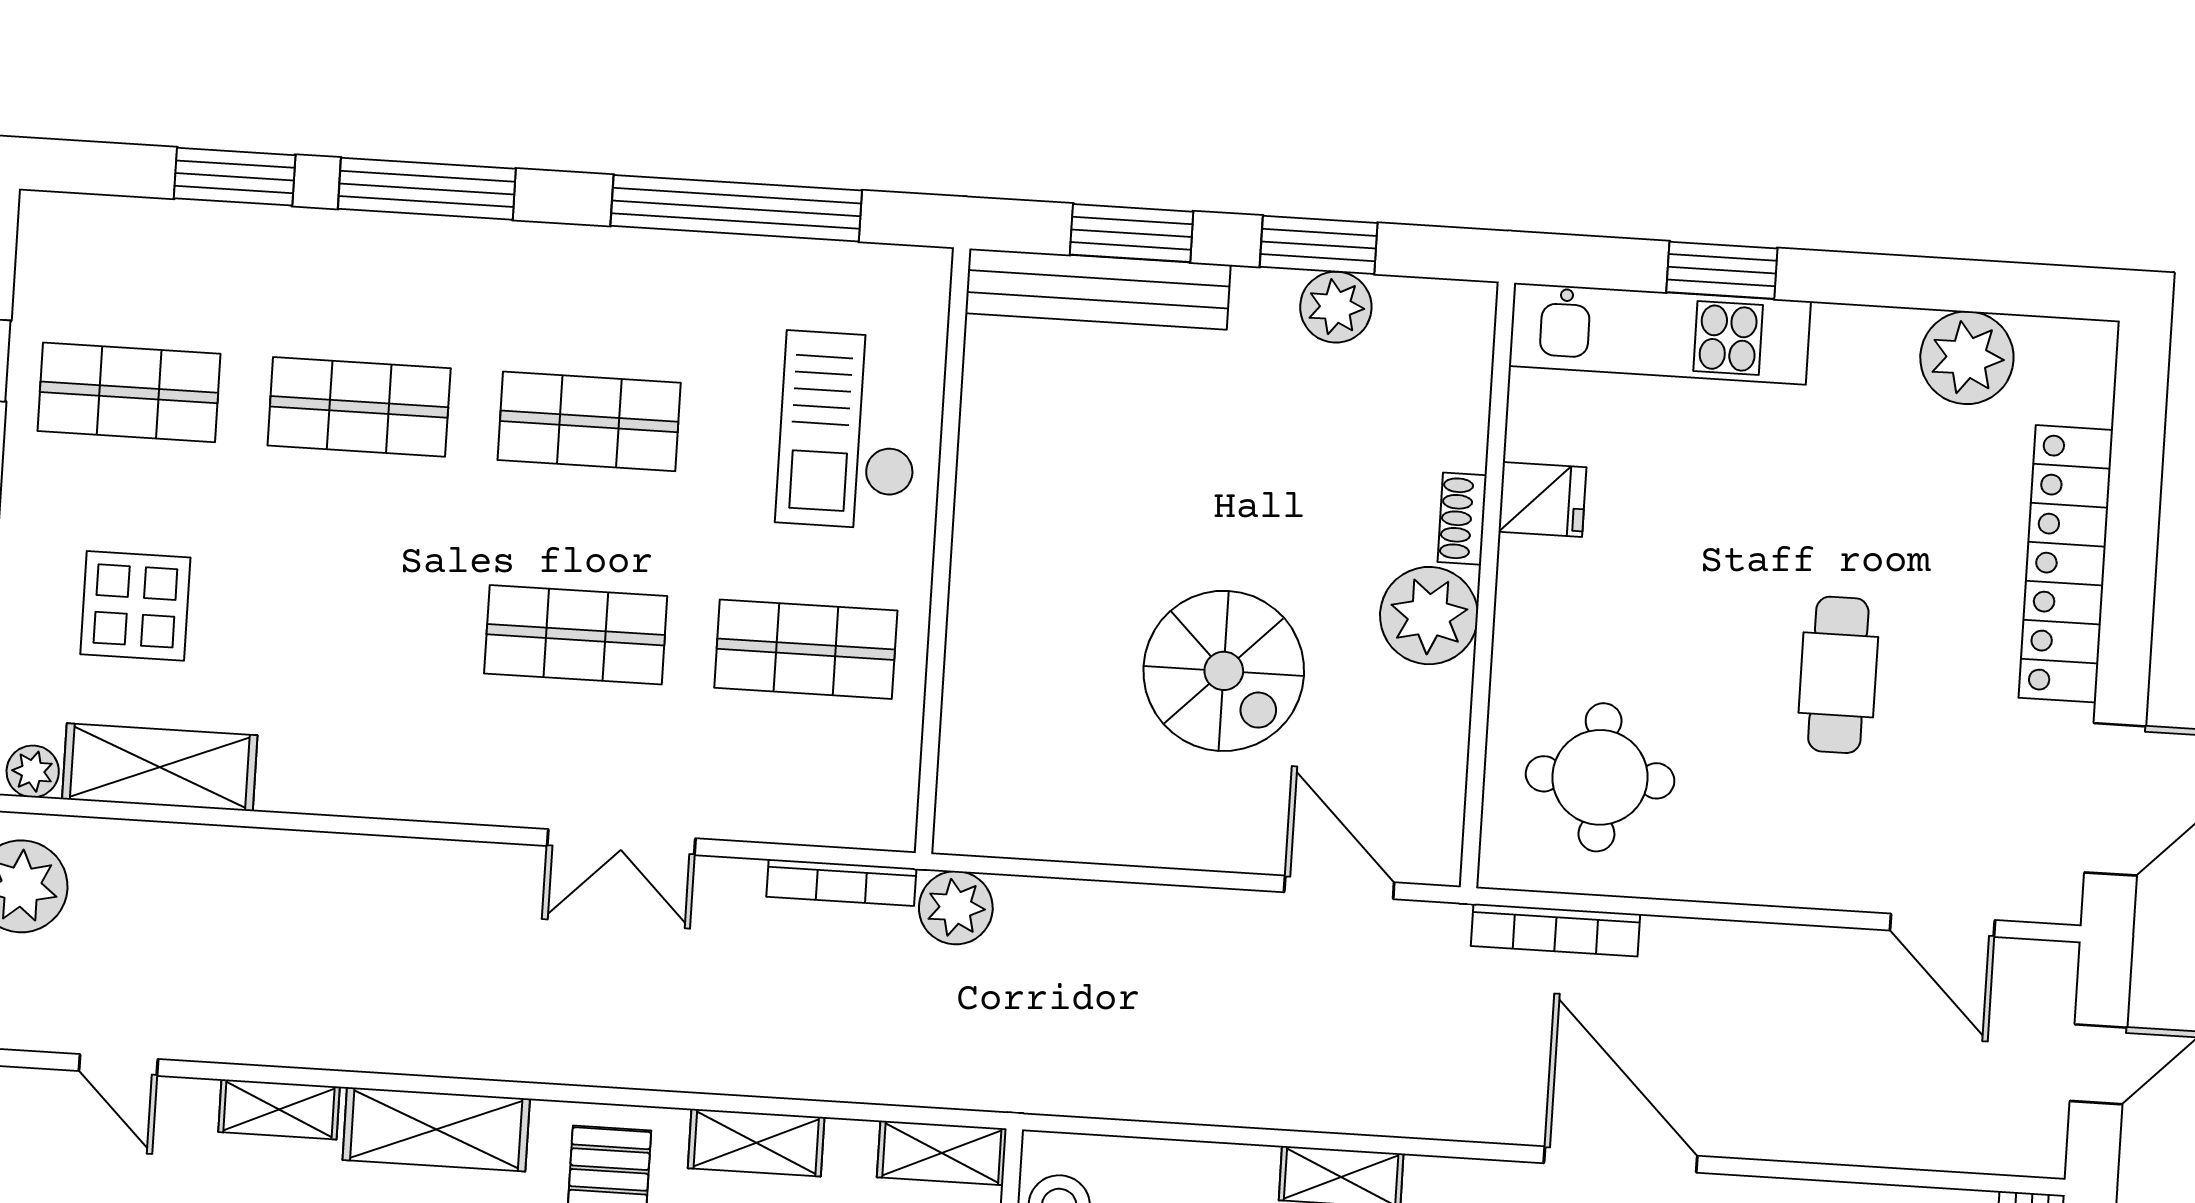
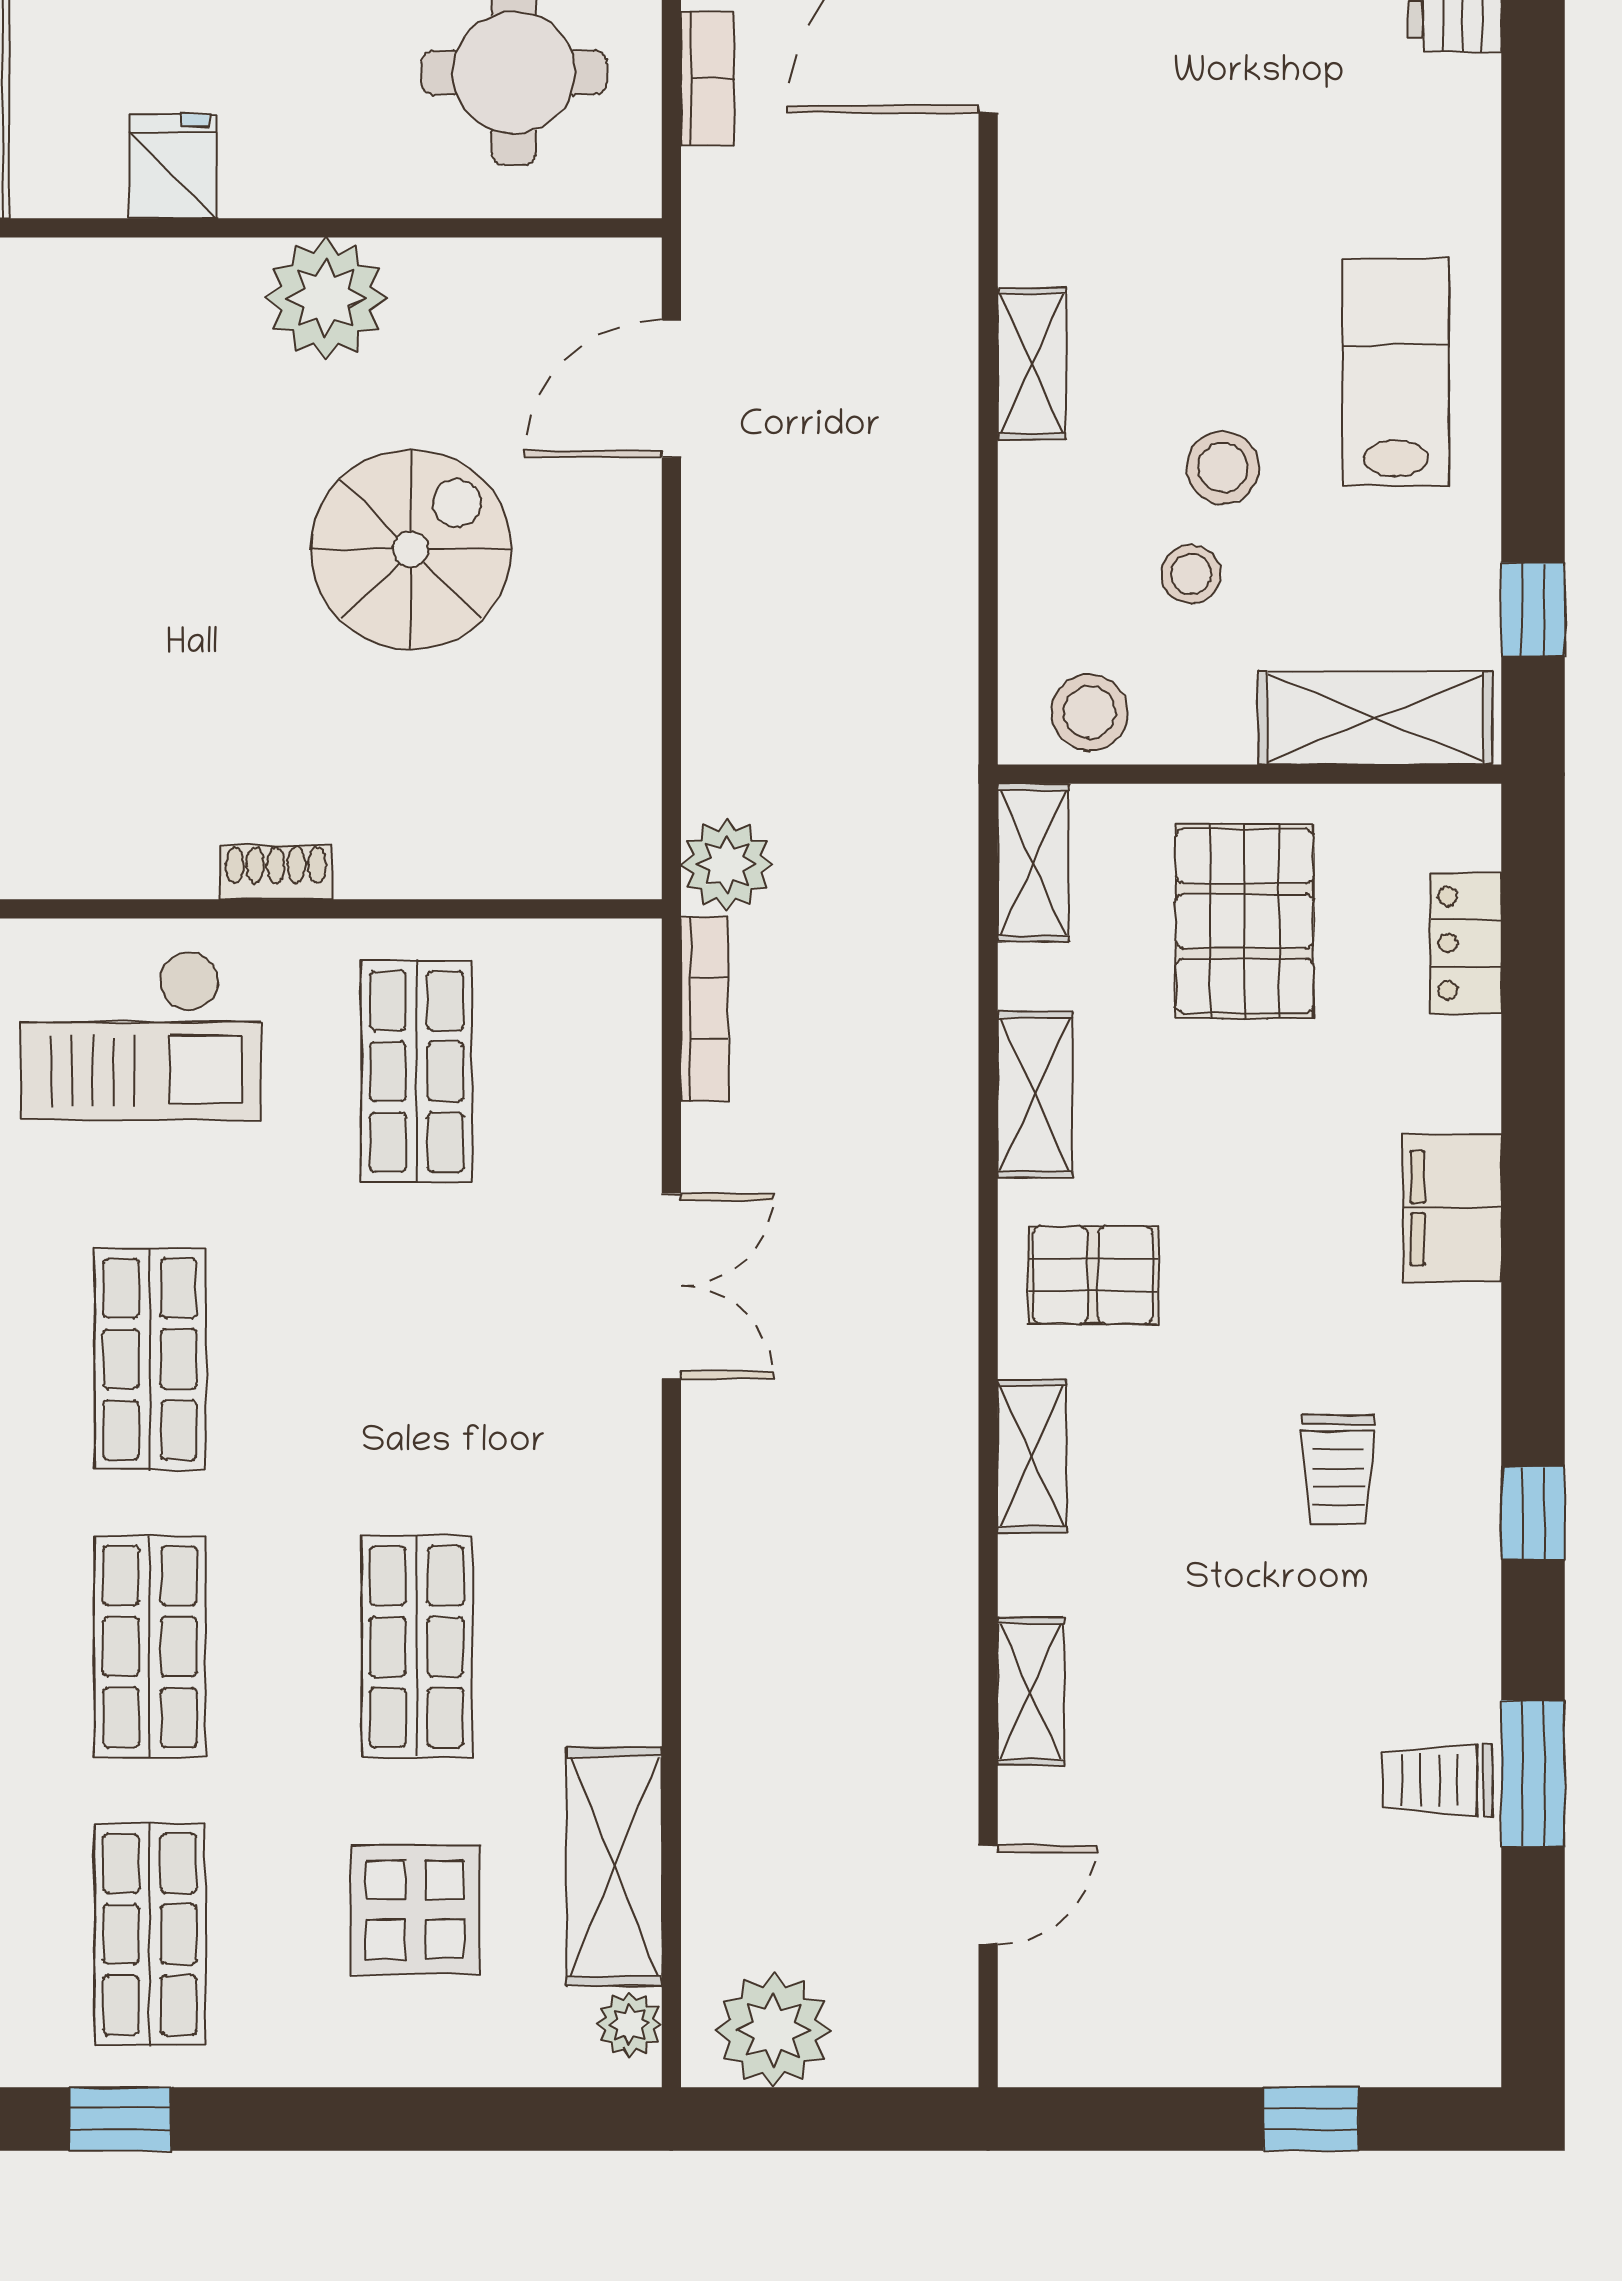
shoe rack: (1462, 519) -> (276, 872), moved, turned 180
shop shelf: (576, 635) -> (417, 1647), moved
bookcase: (1556, 930) -> (707, 79), width x0.64
shelving: (436, 1129) -> (1032, 1456), width x0.67, depth x0.75

